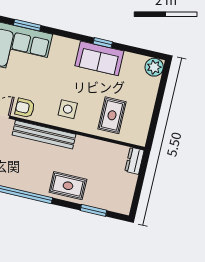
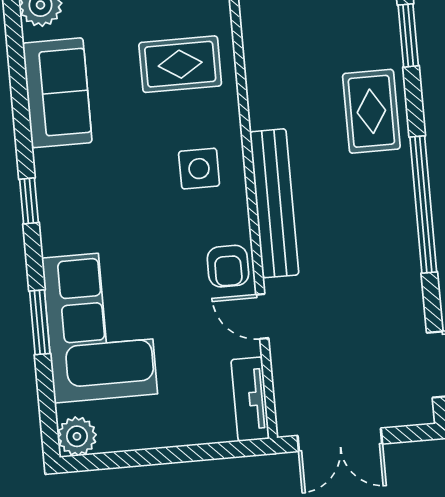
window: (103, 43) -> (29, 201), moved
sofa: (99, 58) -> (57, 93), moved

